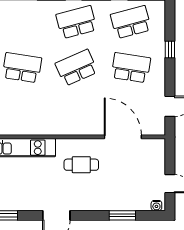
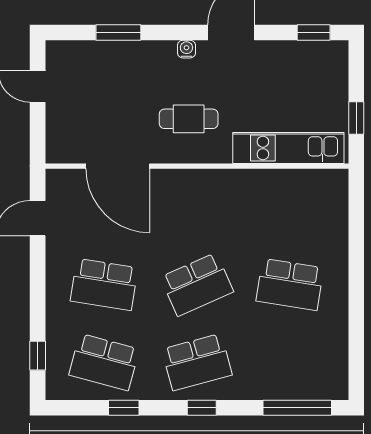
school desk: (131, 22) -> (104, 362), turned 30
window: (170, 50) -> (38, 356), moved
water cooler: (156, 206) -> (186, 49), moved

